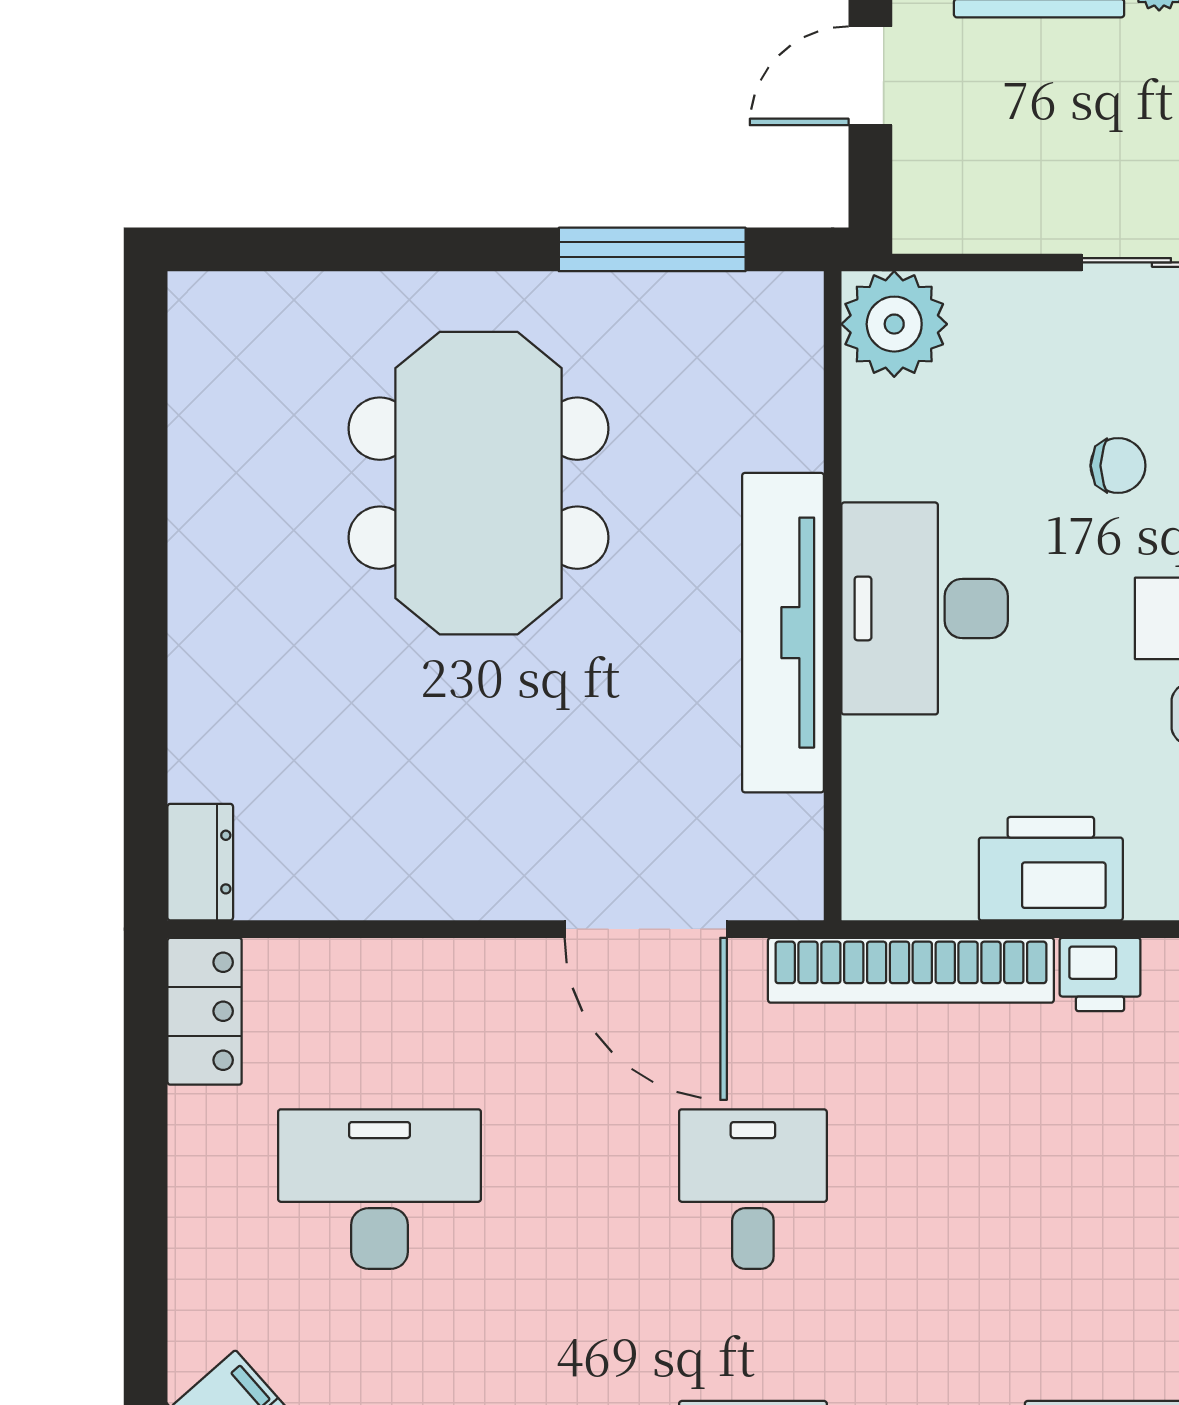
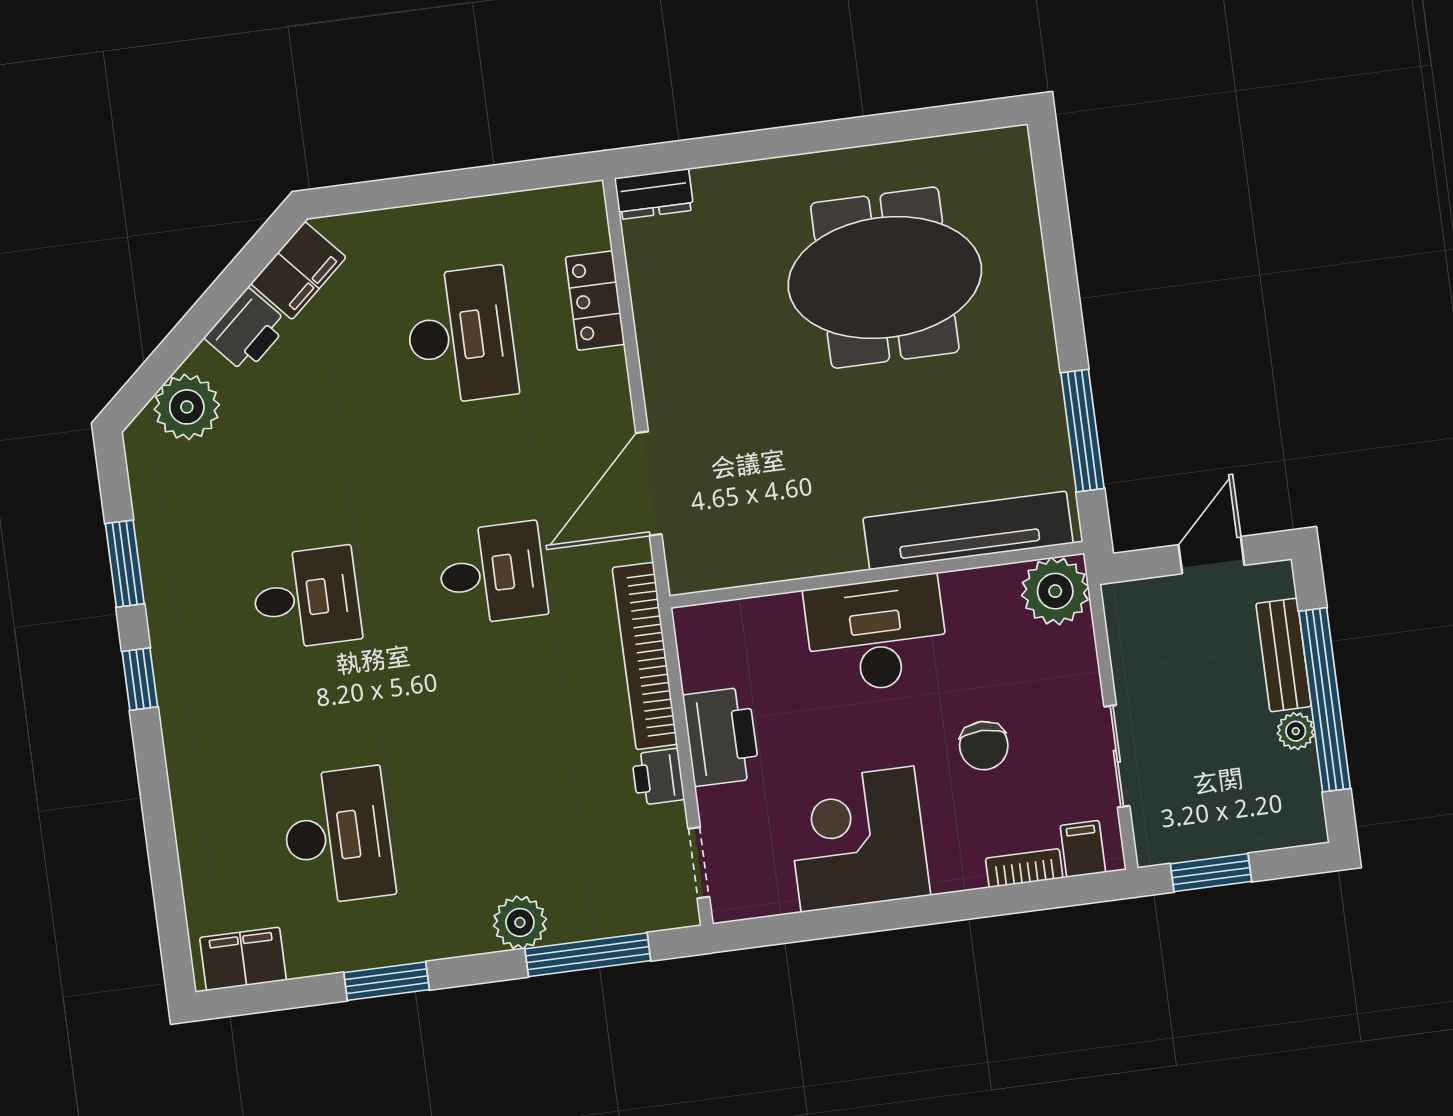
door: (870, 76) -> (1211, 555), hinge flipped
chair: (1118, 466) -> (984, 746), width x1.37, depth x1.37
meeting table: (479, 483) -> (885, 278), moved
tv unit: (783, 633) -> (968, 531), moved
locker: (205, 1011) -> (595, 301), moved, turned 90

